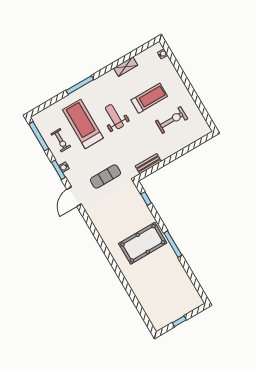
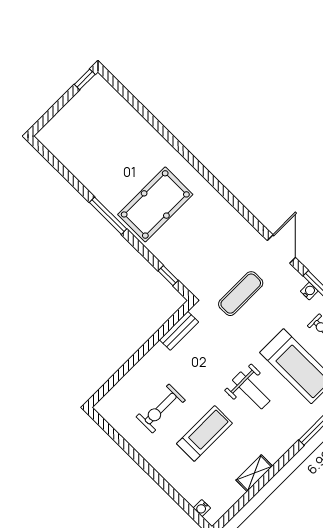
treadmill: (149, 98) -> (204, 433), turned 180
window: (179, 321) -> (85, 79), moved

